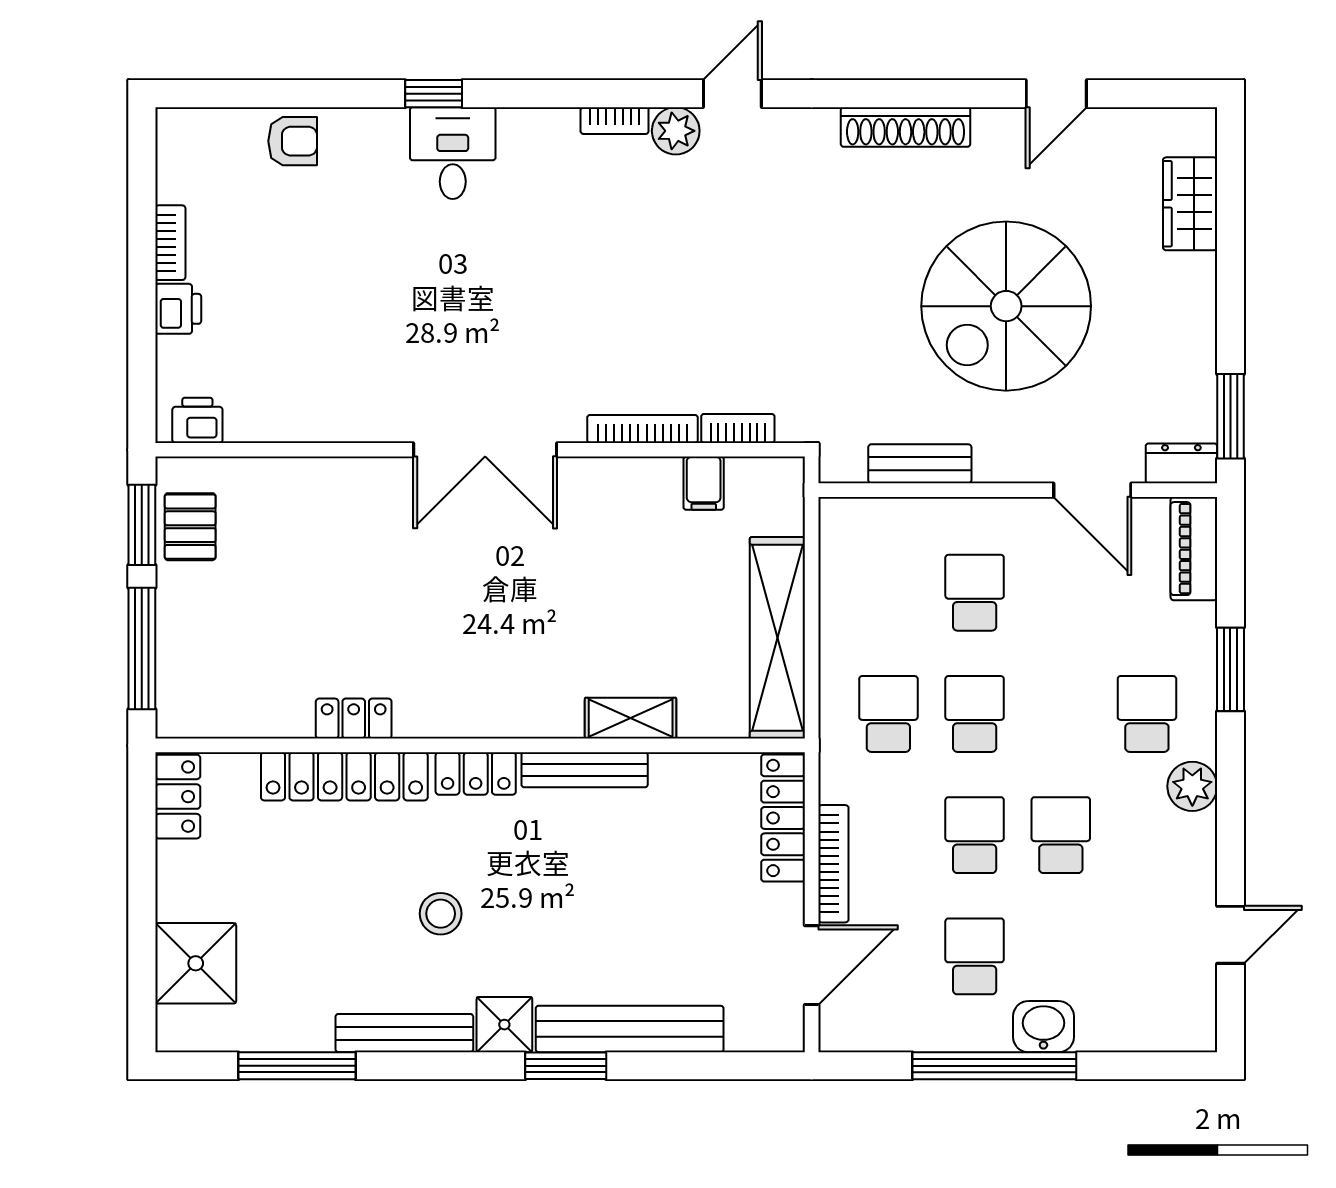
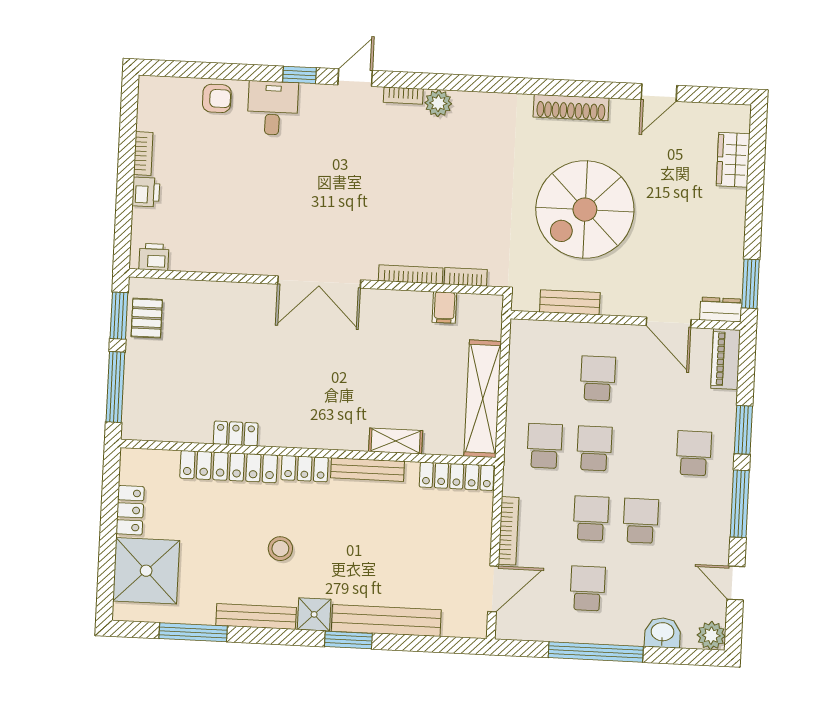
door: (732, 94) -> (355, 78), moved
desk: (453, 153) -> (273, 108), moved
spiral stairs: (1006, 306) -> (585, 210), moved
plant: (1192, 786) -> (711, 636), moved
locker: (178, 797) -> (130, 510), moved
window: (1230, 797) -> (740, 504), added
locker: (783, 818) -> (457, 476), moved, turned -90
door: (1230, 935) -> (736, 583), swing flipped
shower: (196, 963) -> (146, 571), width x1.37, depth x1.37
washbasin: (1043, 1027) -> (662, 633), moved

